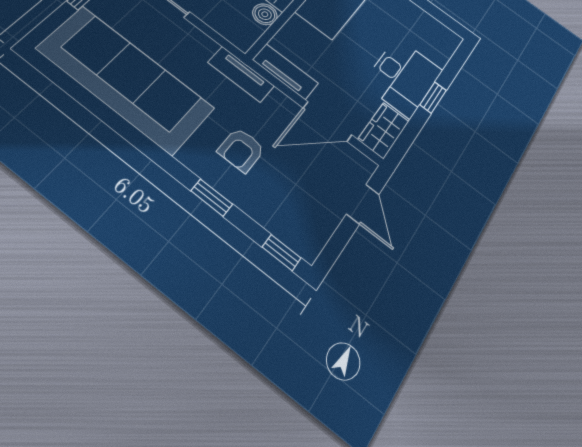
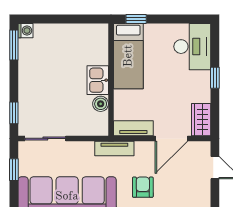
desk: (403, 77) -> (192, 47), moved
armchair: (241, 150) -> (143, 187), turned 180

